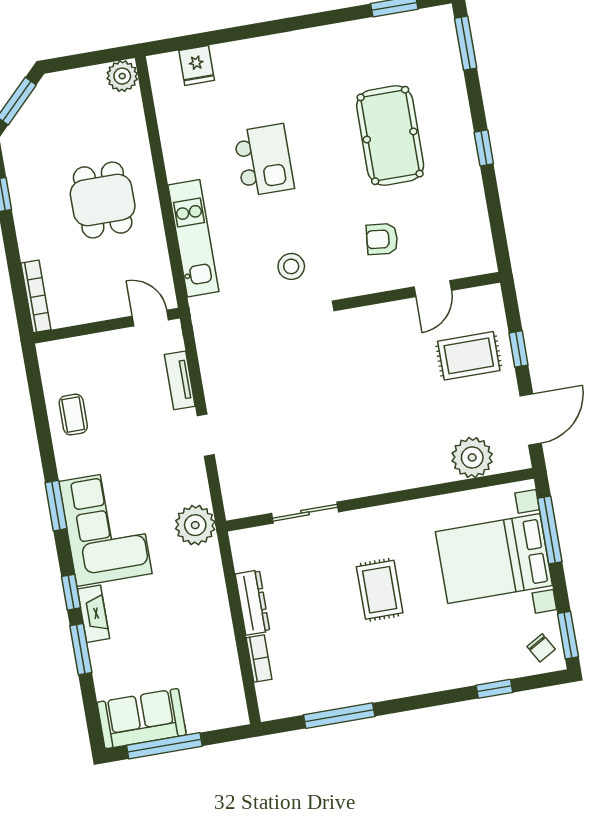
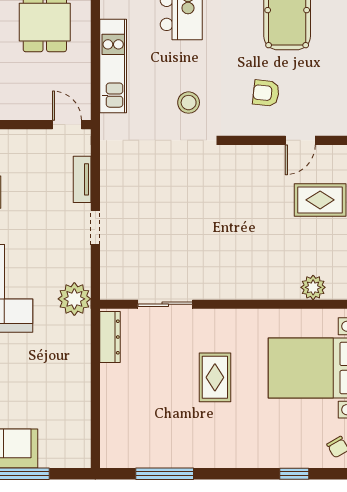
plant: (472, 457) -> (313, 287), width x0.73, depth x0.73
dresser: (252, 603) -> (110, 337), moved
bookcase: (259, 658) -> (107, 416), removed

